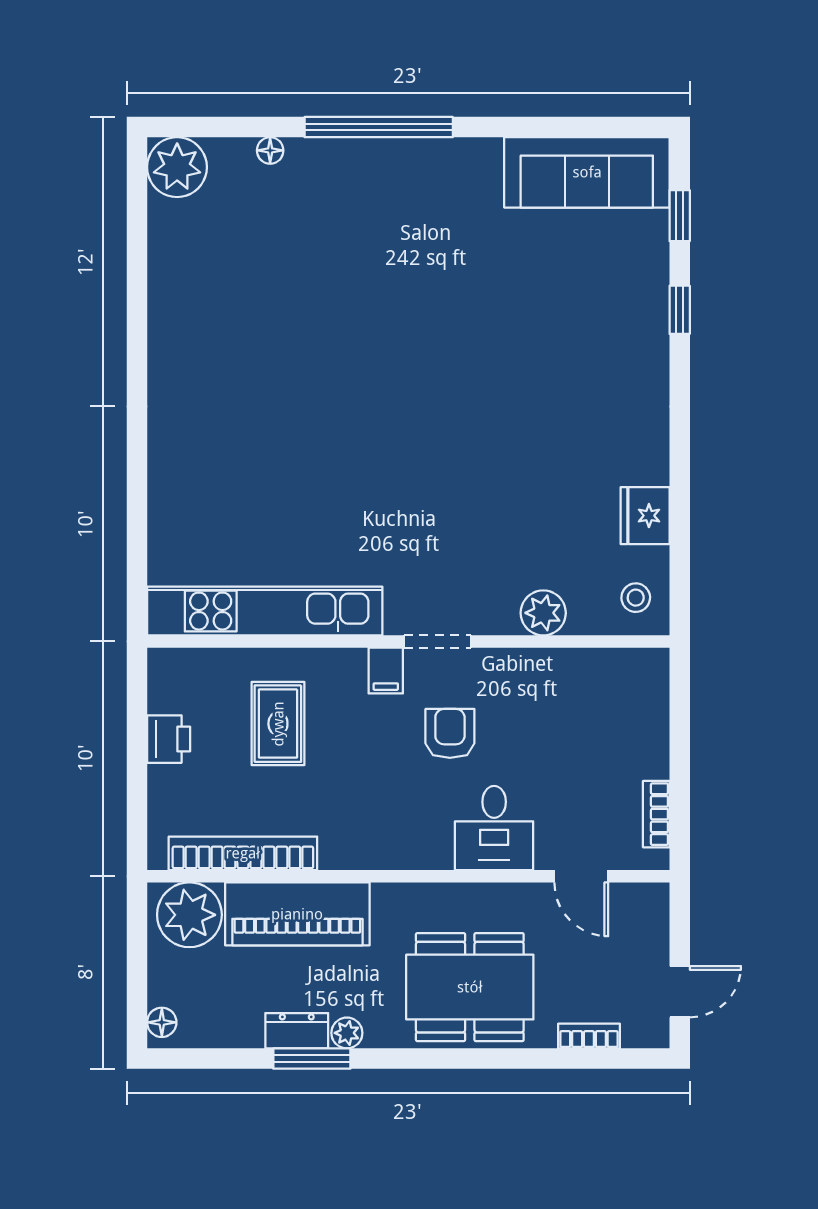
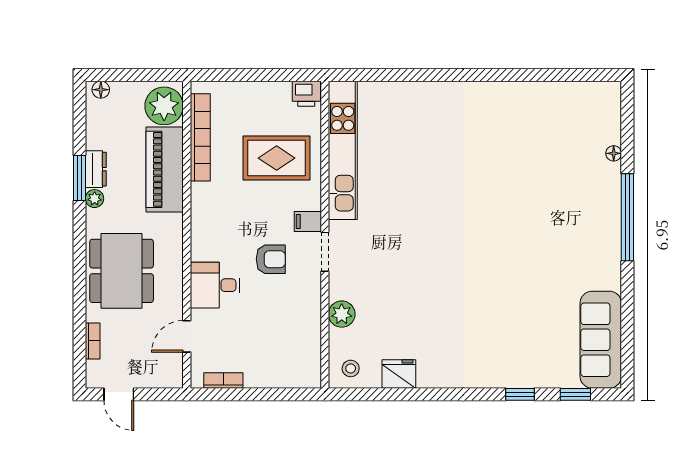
plant: (177, 167) -> (604, 99), removed
rug: (278, 724) -> (277, 158), width x1.36, depth x1.43
printer: (169, 739) -> (306, 94), moved

